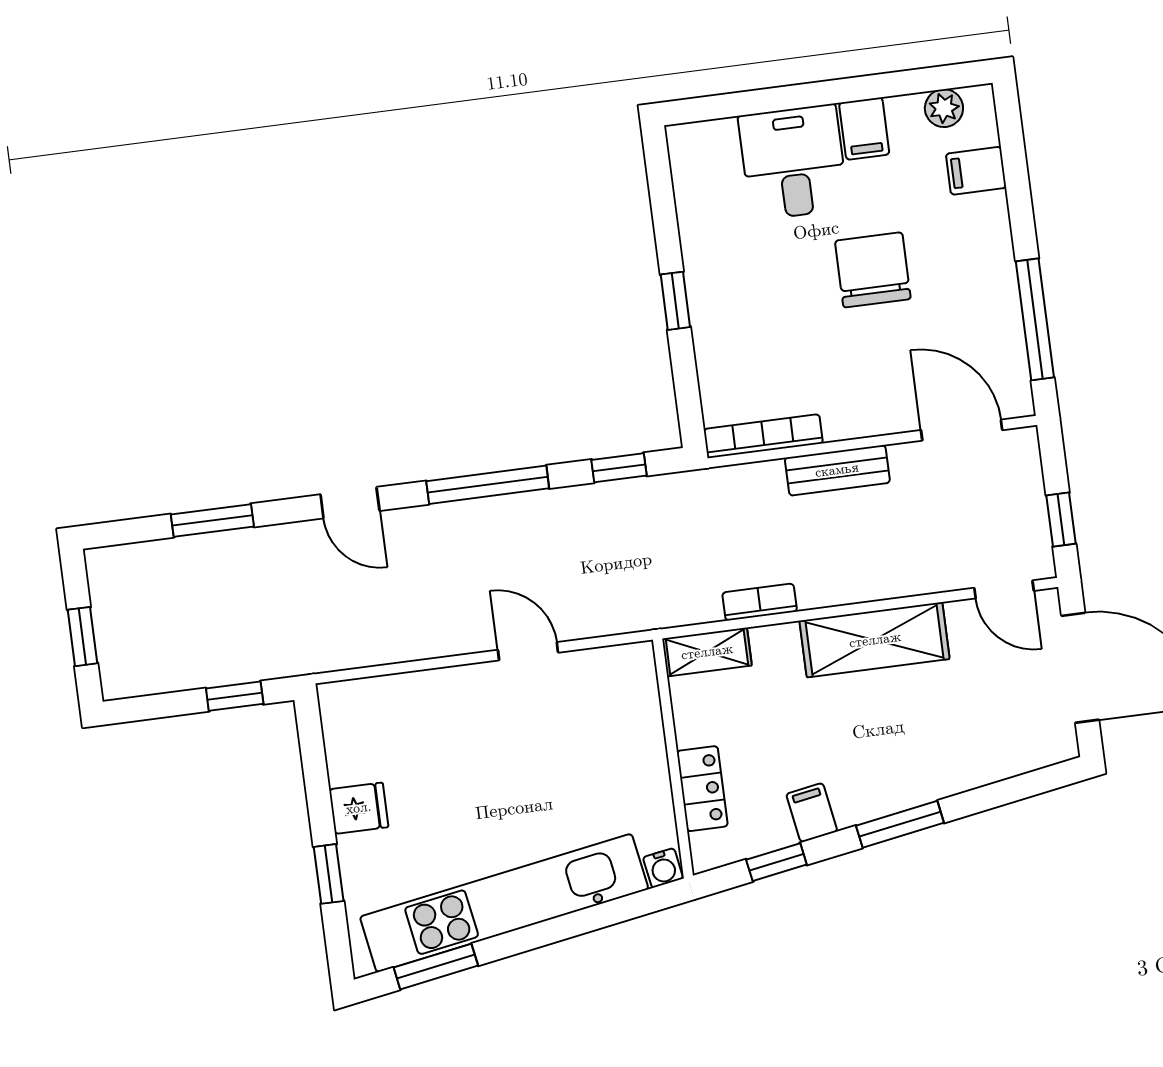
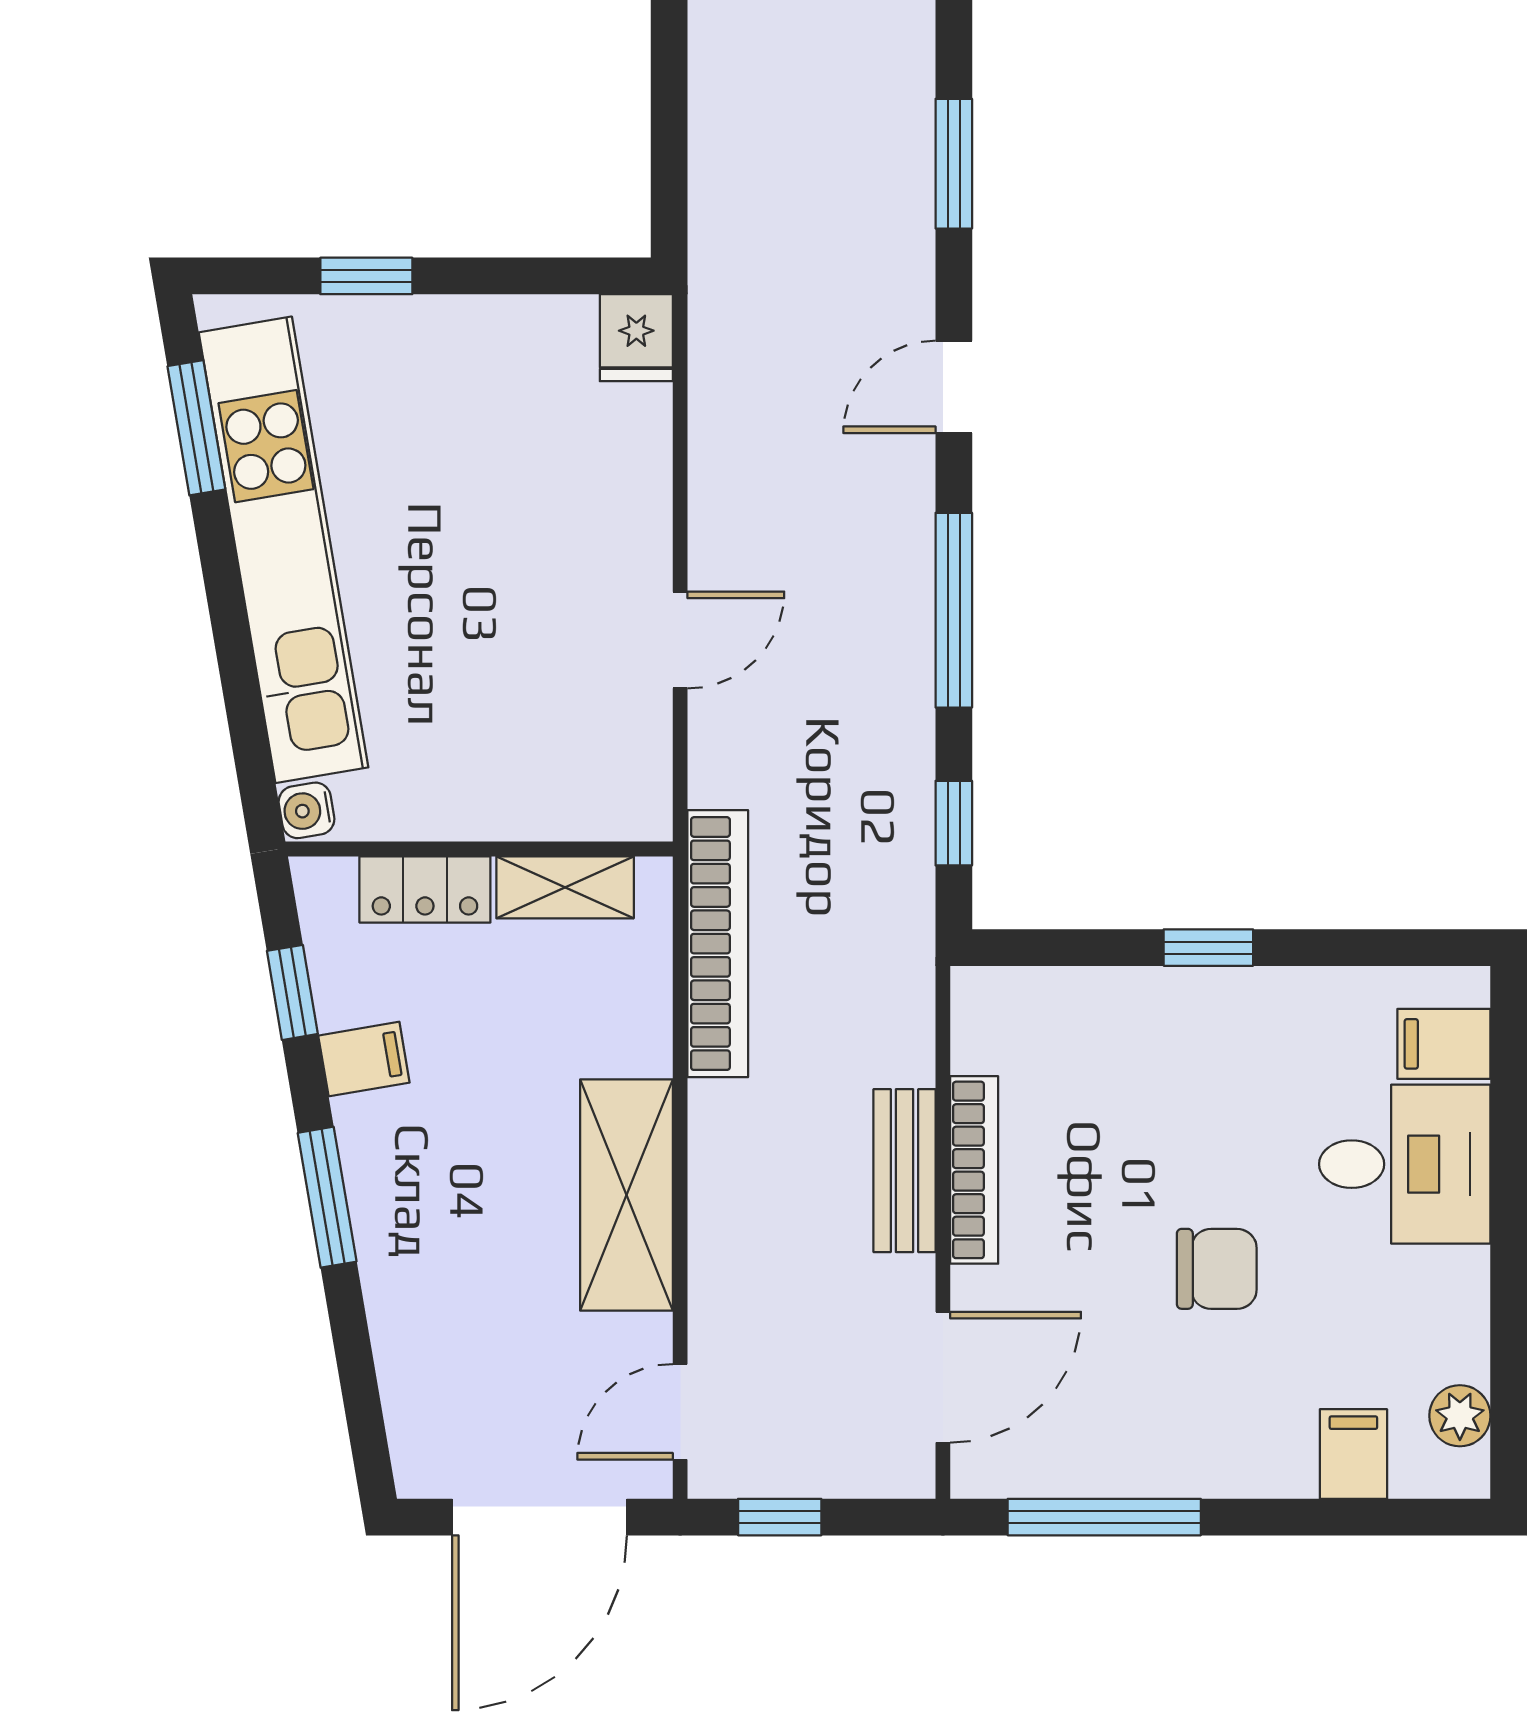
filing cabinet: (864, 129) -> (1444, 1044), moved
chair: (873, 270) -> (1217, 1269), width x0.73, depth x0.73
bookcase: (763, 436) -> (974, 1170), moved
bookcase: (760, 602) -> (718, 944), width x2.31, depth x1.31
shelving: (707, 652) -> (565, 887), moved, turned 90
window: (235, 696) -> (669, 163), removed
fridge: (359, 808) -> (636, 338), moved

